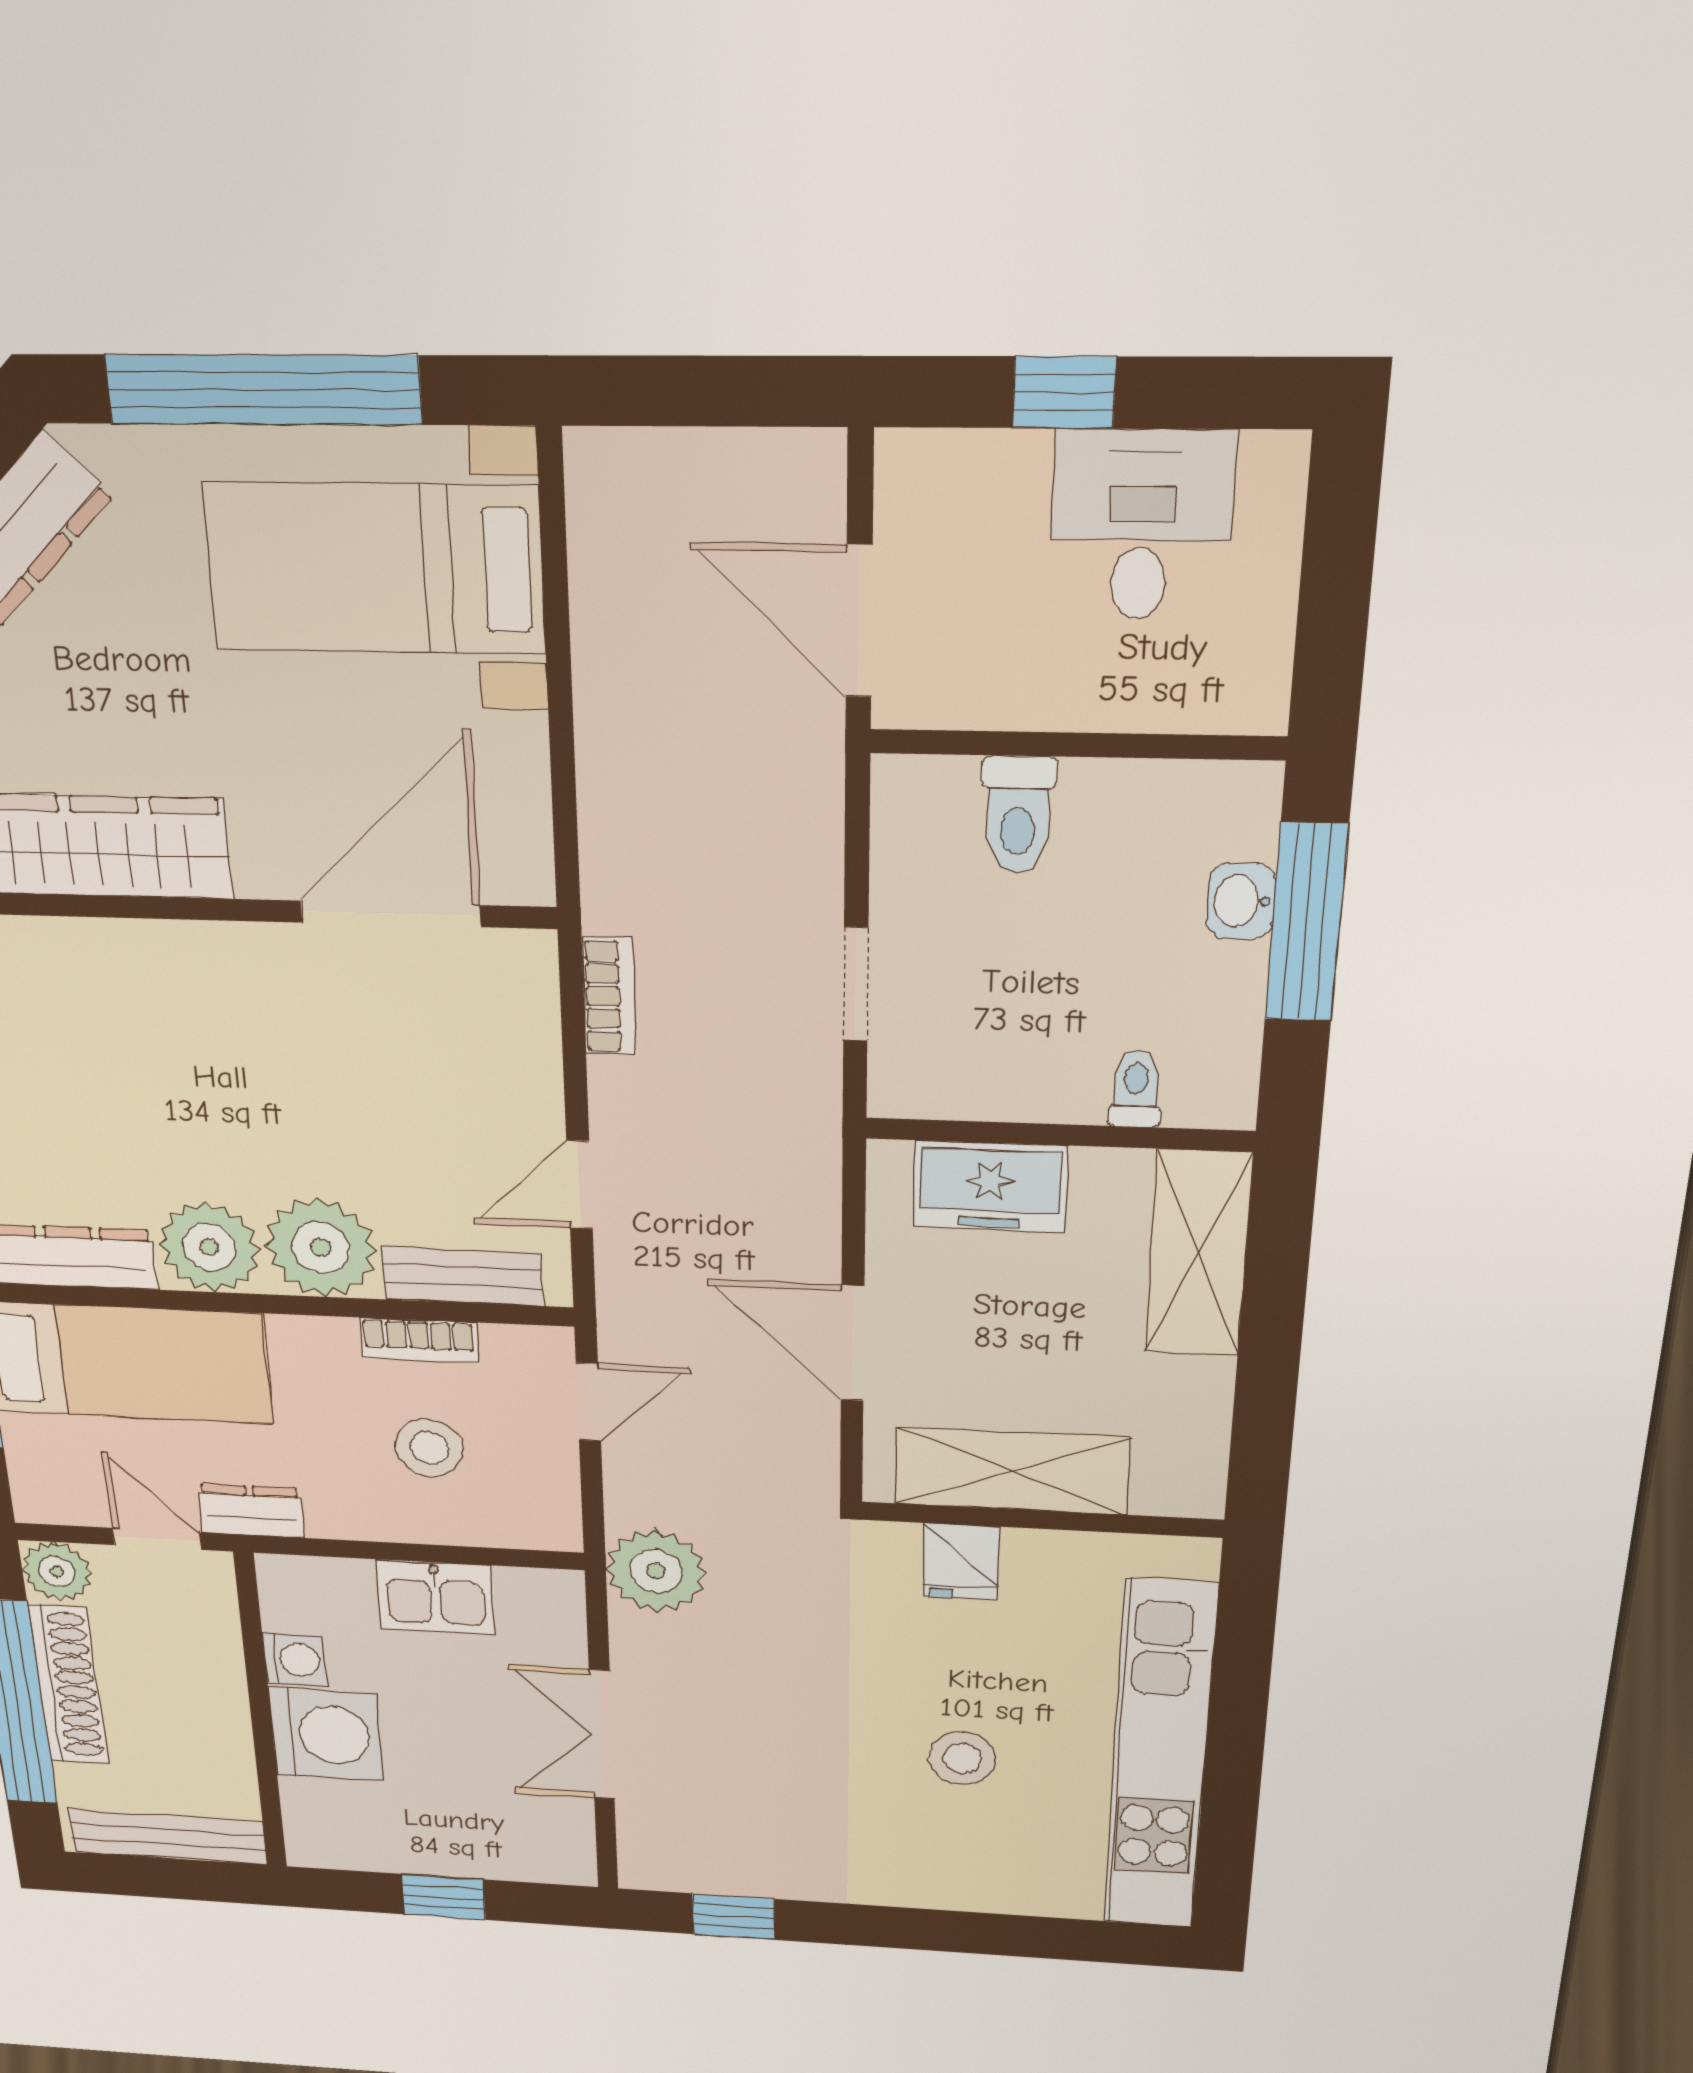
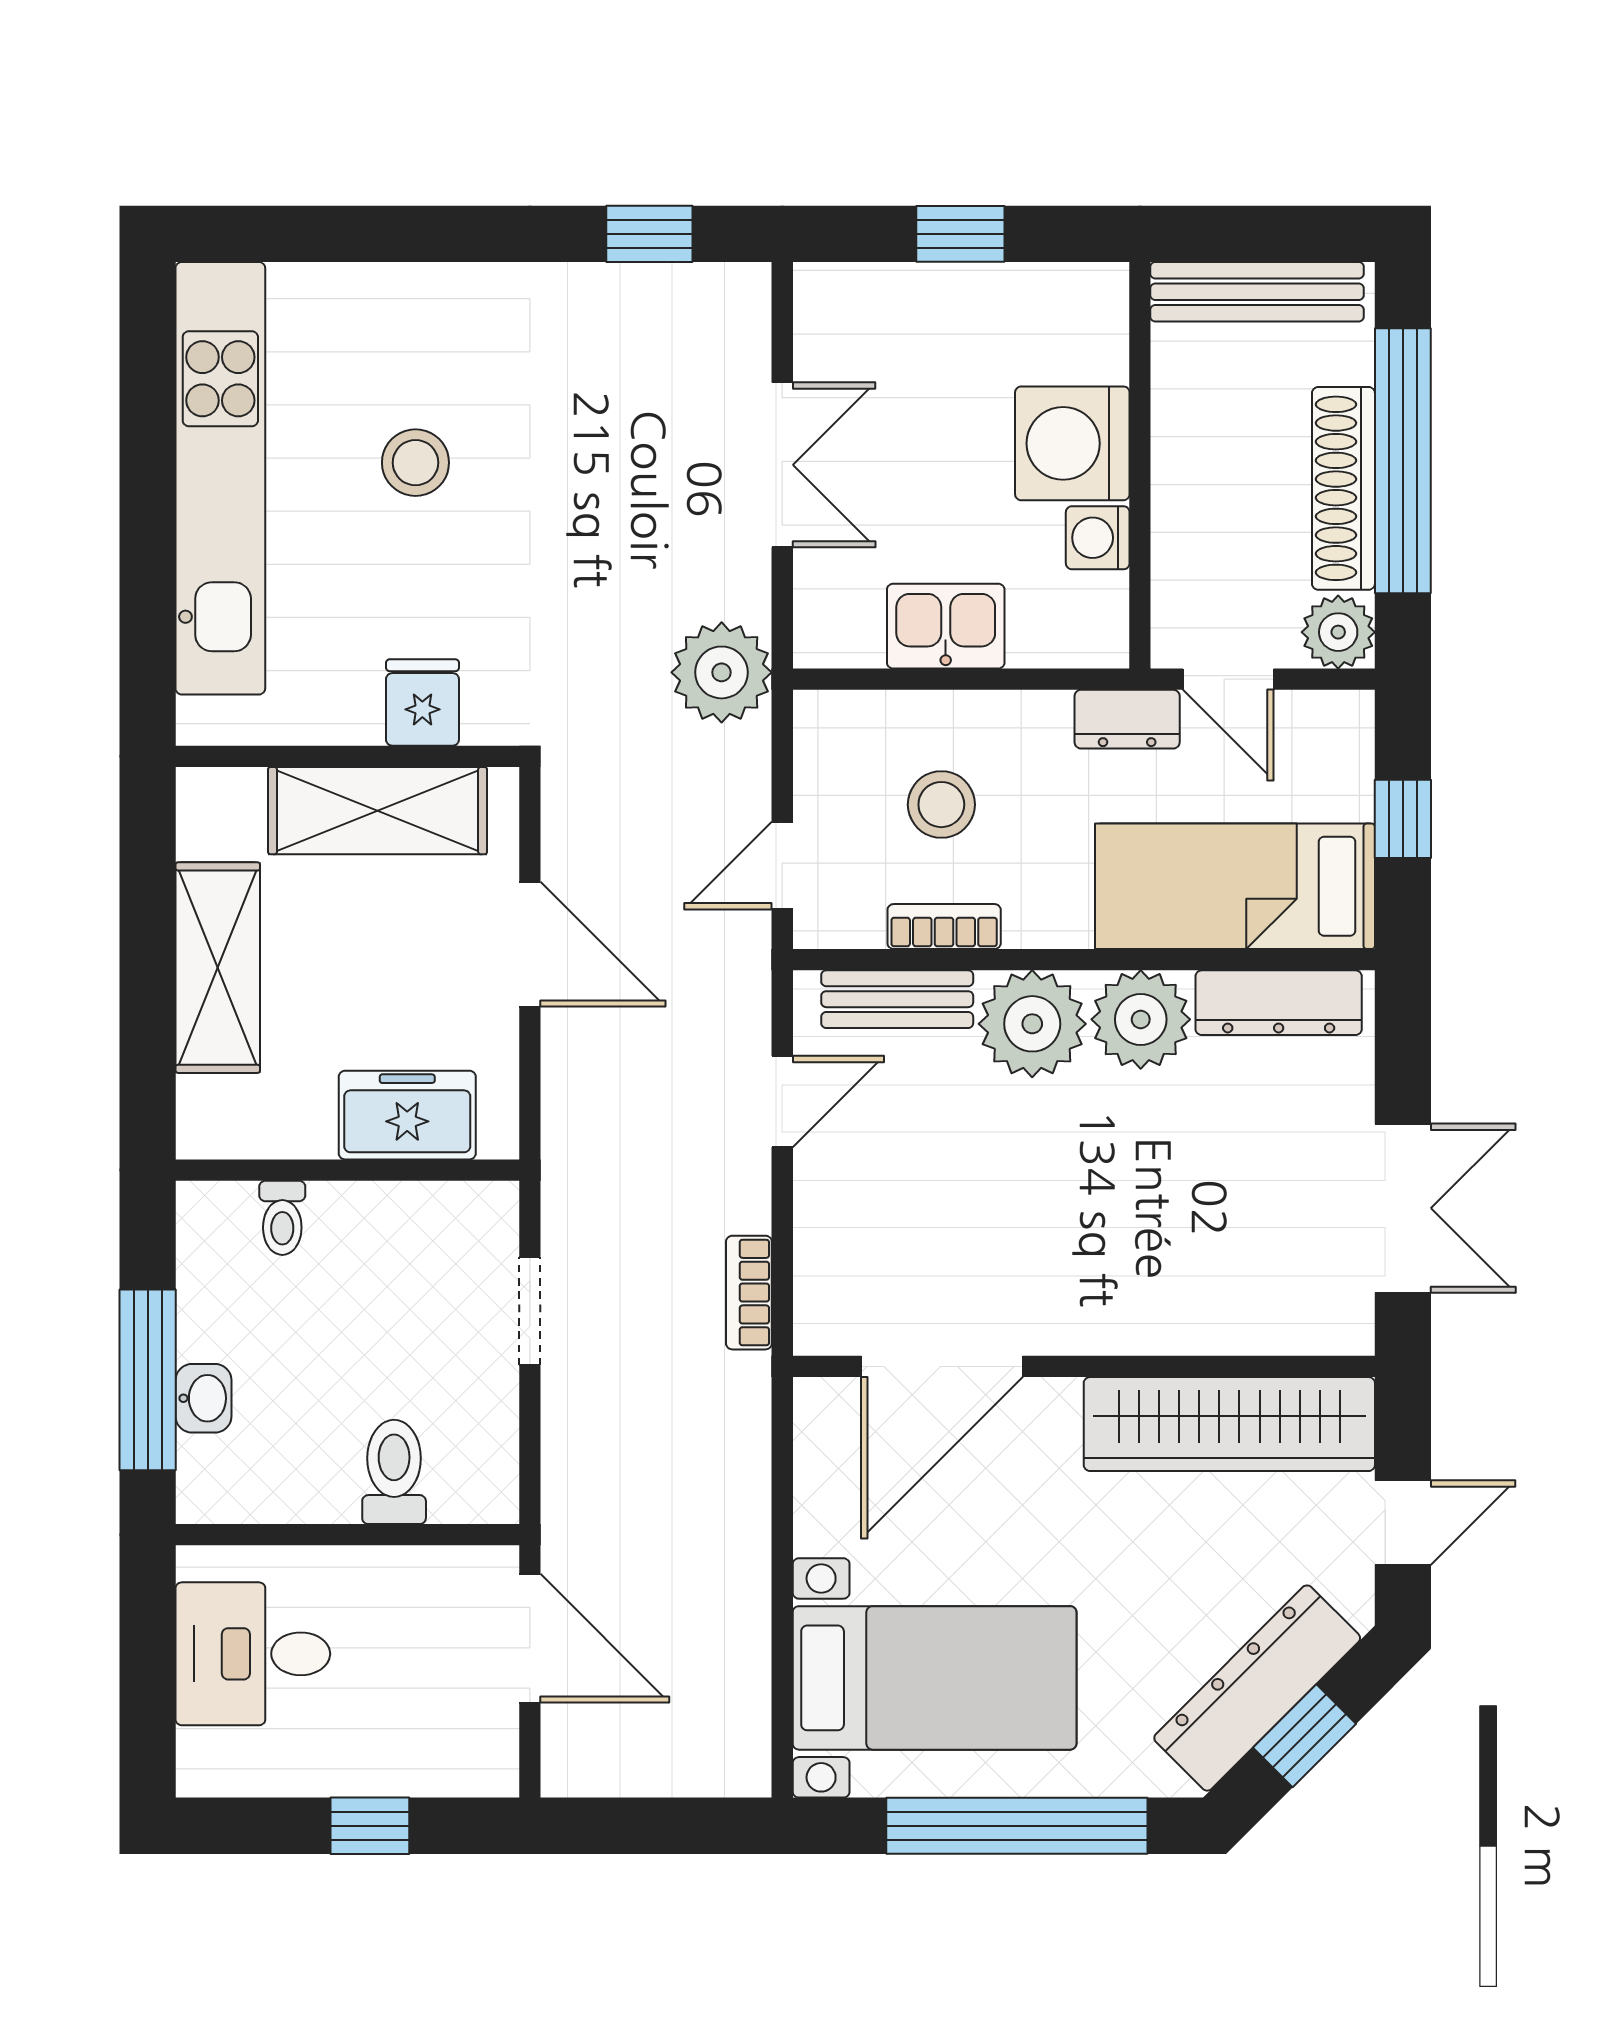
desk: (1141, 525) -> (253, 1654), moved, turned 90
shelving: (1198, 1254) -> (218, 968), moved

